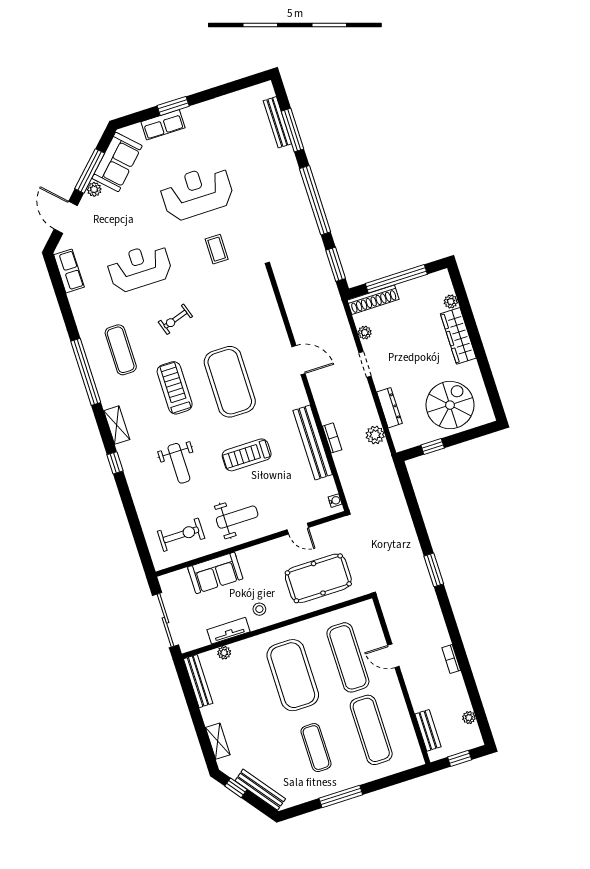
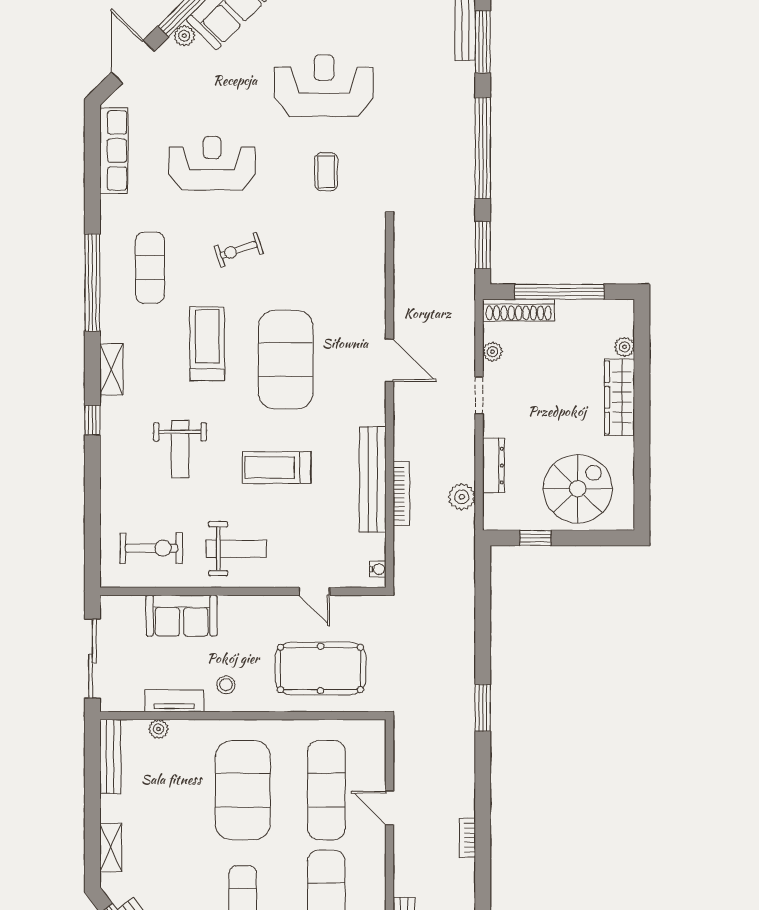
row of seats: (69, 271) -> (114, 151), width x1.48
bookcase: (332, 438) -> (401, 493), width x1.56

